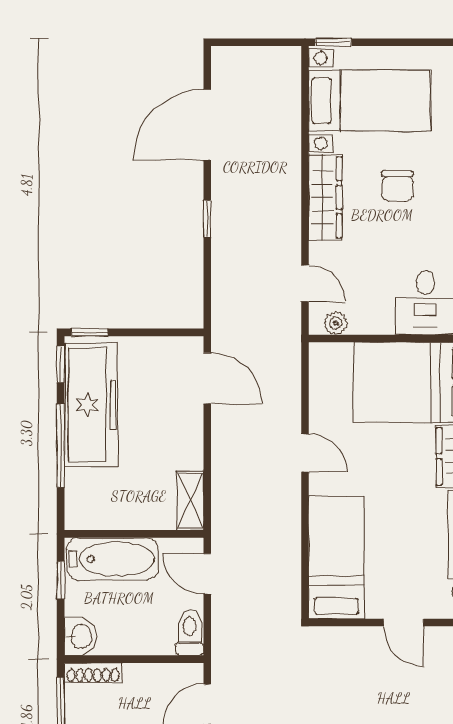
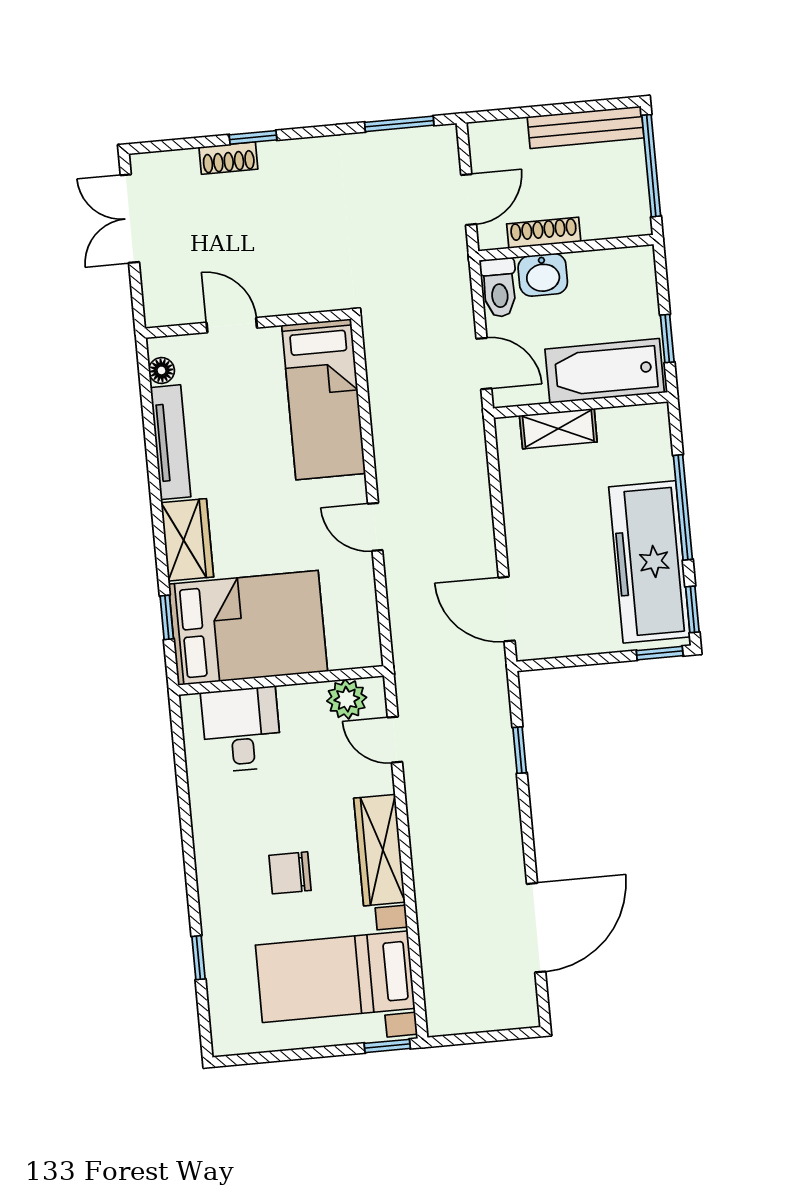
chair: (397, 186) -> (290, 873), turned -90
window: (207, 219) -> (520, 750), moved
plant: (336, 323) -> (347, 699), width x1.38, depth x1.38
shelving: (190, 501) -> (558, 429), moved, turned 90
washbasin: (80, 636) -> (543, 275), moved, turned -90
shoe rack: (93, 673) -> (544, 233), moved

